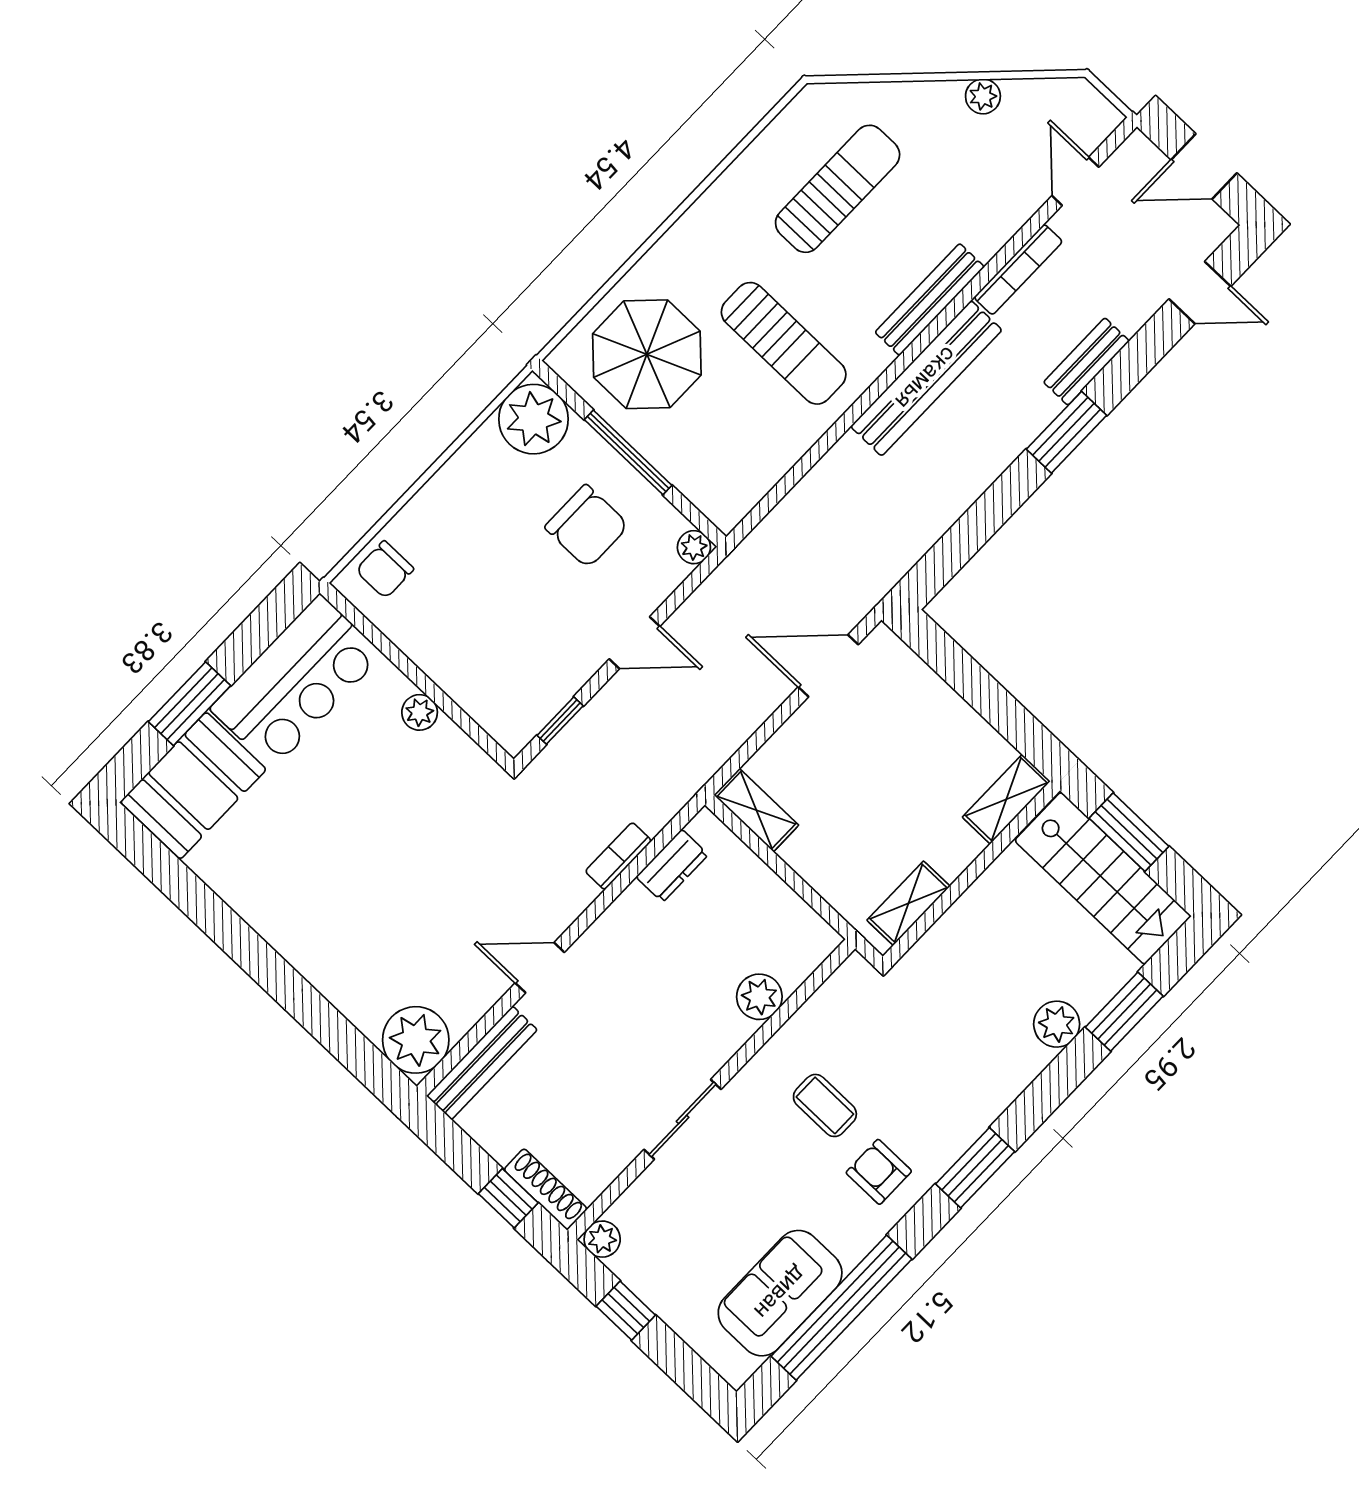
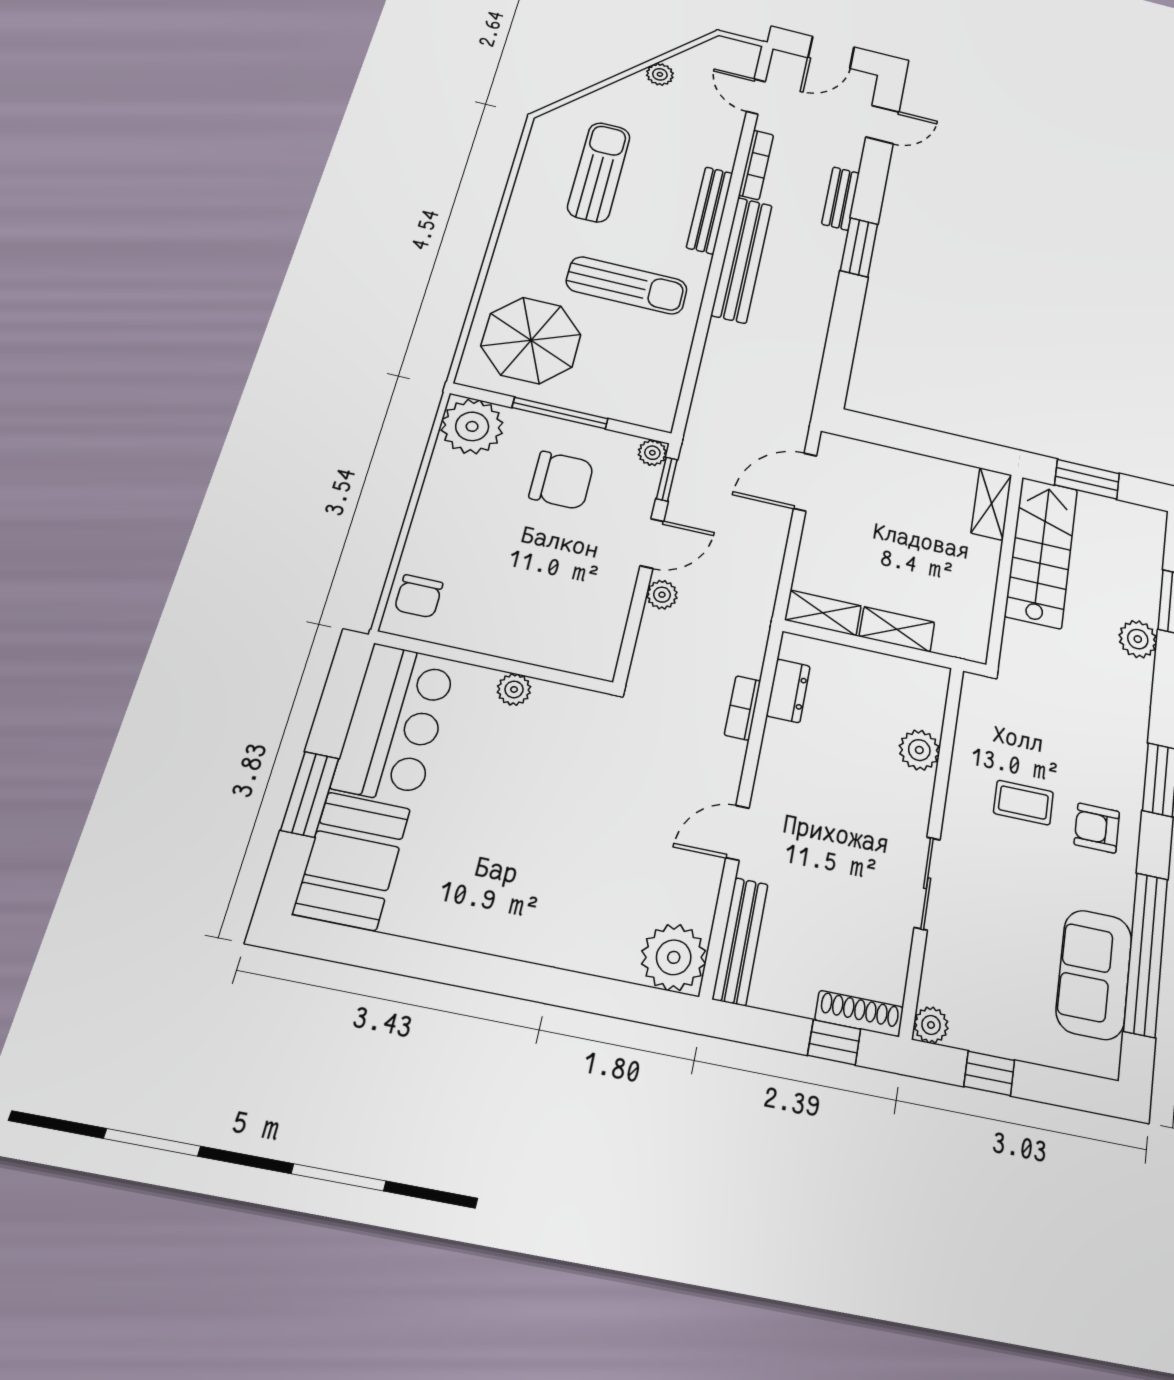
plant: (612, 700) -> (662, 595), added
window: (560, 721) -> (667, 479), moved
stairs: (1103, 878) -> (1041, 552), moved, turned -90
shelving: (908, 903) -> (897, 629), moved, turned 90

